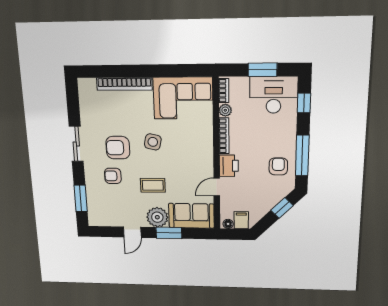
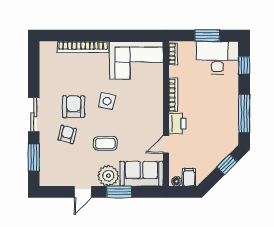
plant: (225, 110) -> (174, 71), removed
sliding door: (76, 144) -> (34, 115), moved
armchair: (118, 148) -> (74, 107), turned 90
armchair: (278, 166) -> (223, 124), removed
armchair: (113, 176) -> (67, 134), turned 104

